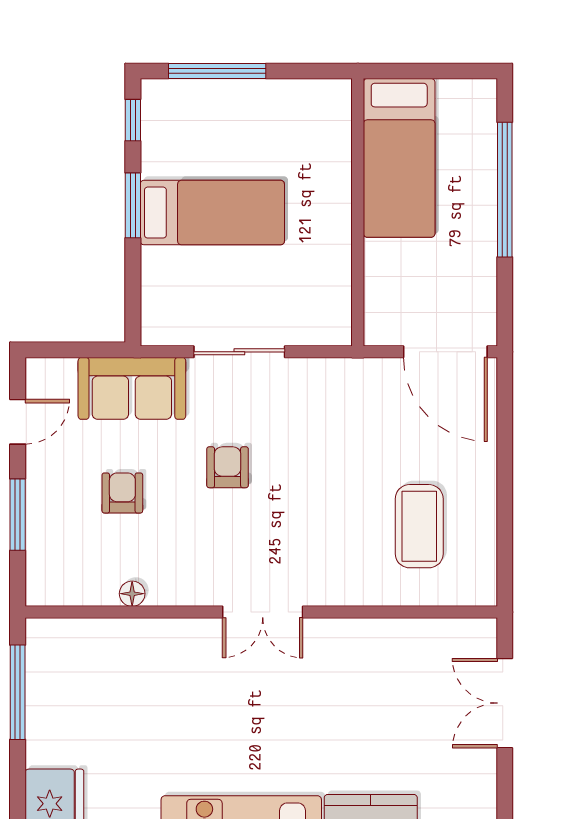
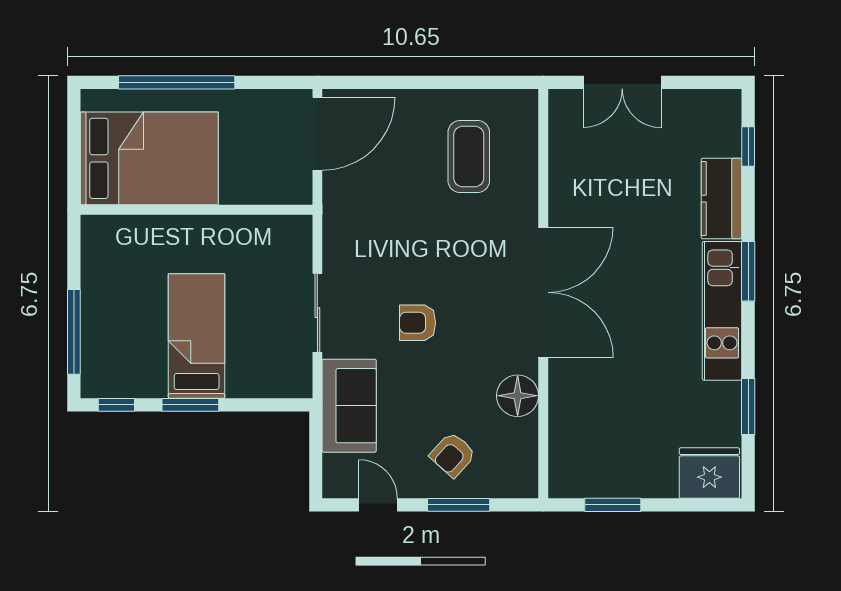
bed: (399, 158) -> (149, 158), width x1.50
armchair: (122, 493) -> (453, 455), moved, turned -48
coffee table: (419, 526) -> (469, 156), turned 90
floor lamp: (132, 594) -> (518, 396), width x1.89, depth x1.89
double door: (263, 612) -> (543, 292), width x1.87
window: (18, 692) -> (613, 505), width x0.69

